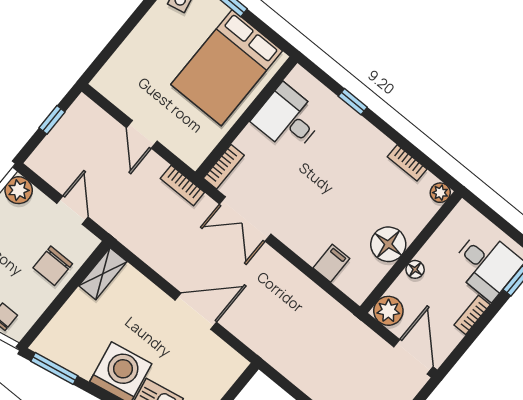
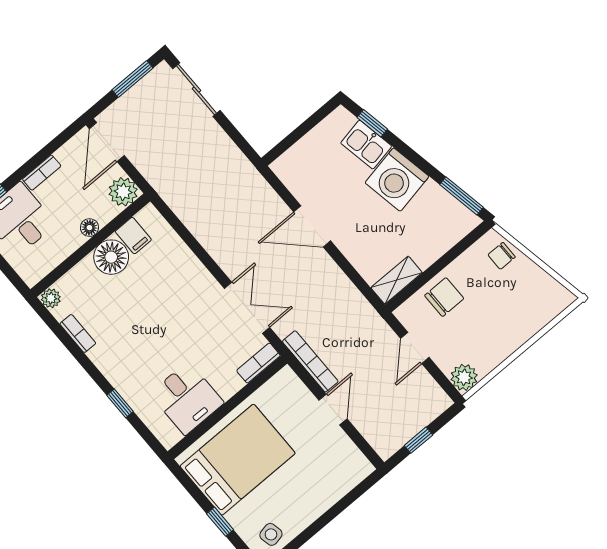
bookcase: (182, 185) -> (310, 361), width x1.56
filing cabinet: (331, 263) -> (133, 236), moved, turned -90

